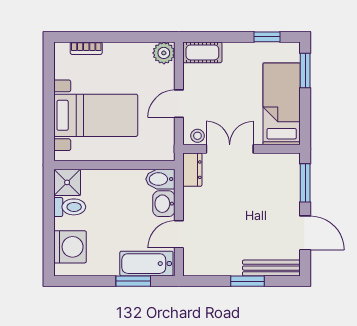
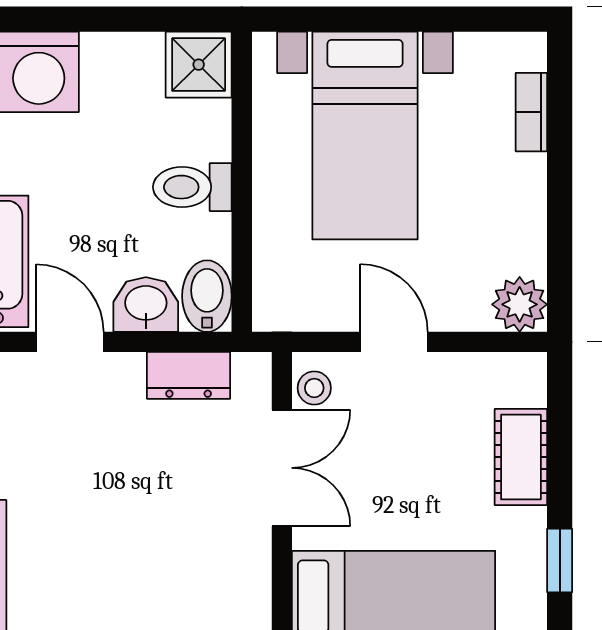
cot: (202, 52) -> (521, 457), moved
dresser: (192, 170) -> (189, 375), moved
toilet: (70, 207) -> (192, 187), moved, turned 90

